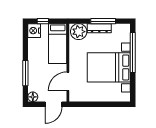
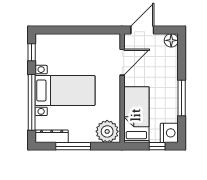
dresser: (99, 28) -> (52, 136), moved
bed with nightstands: (109, 67) -> (65, 90), width x0.73
window: (25, 73) -> (182, 98), moved
window: (133, 88) -> (32, 52), added

